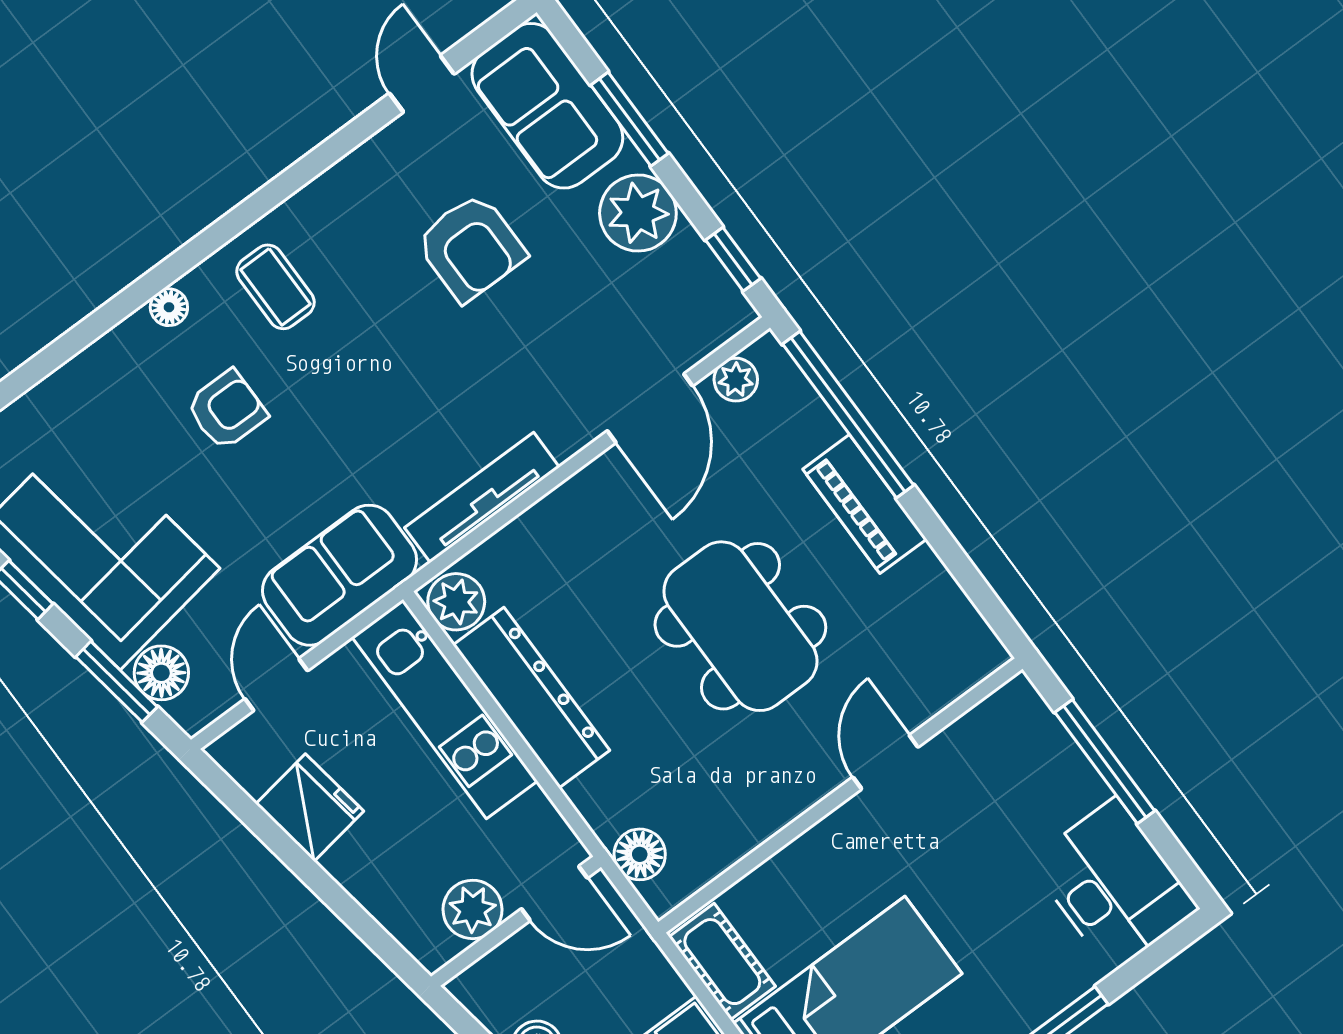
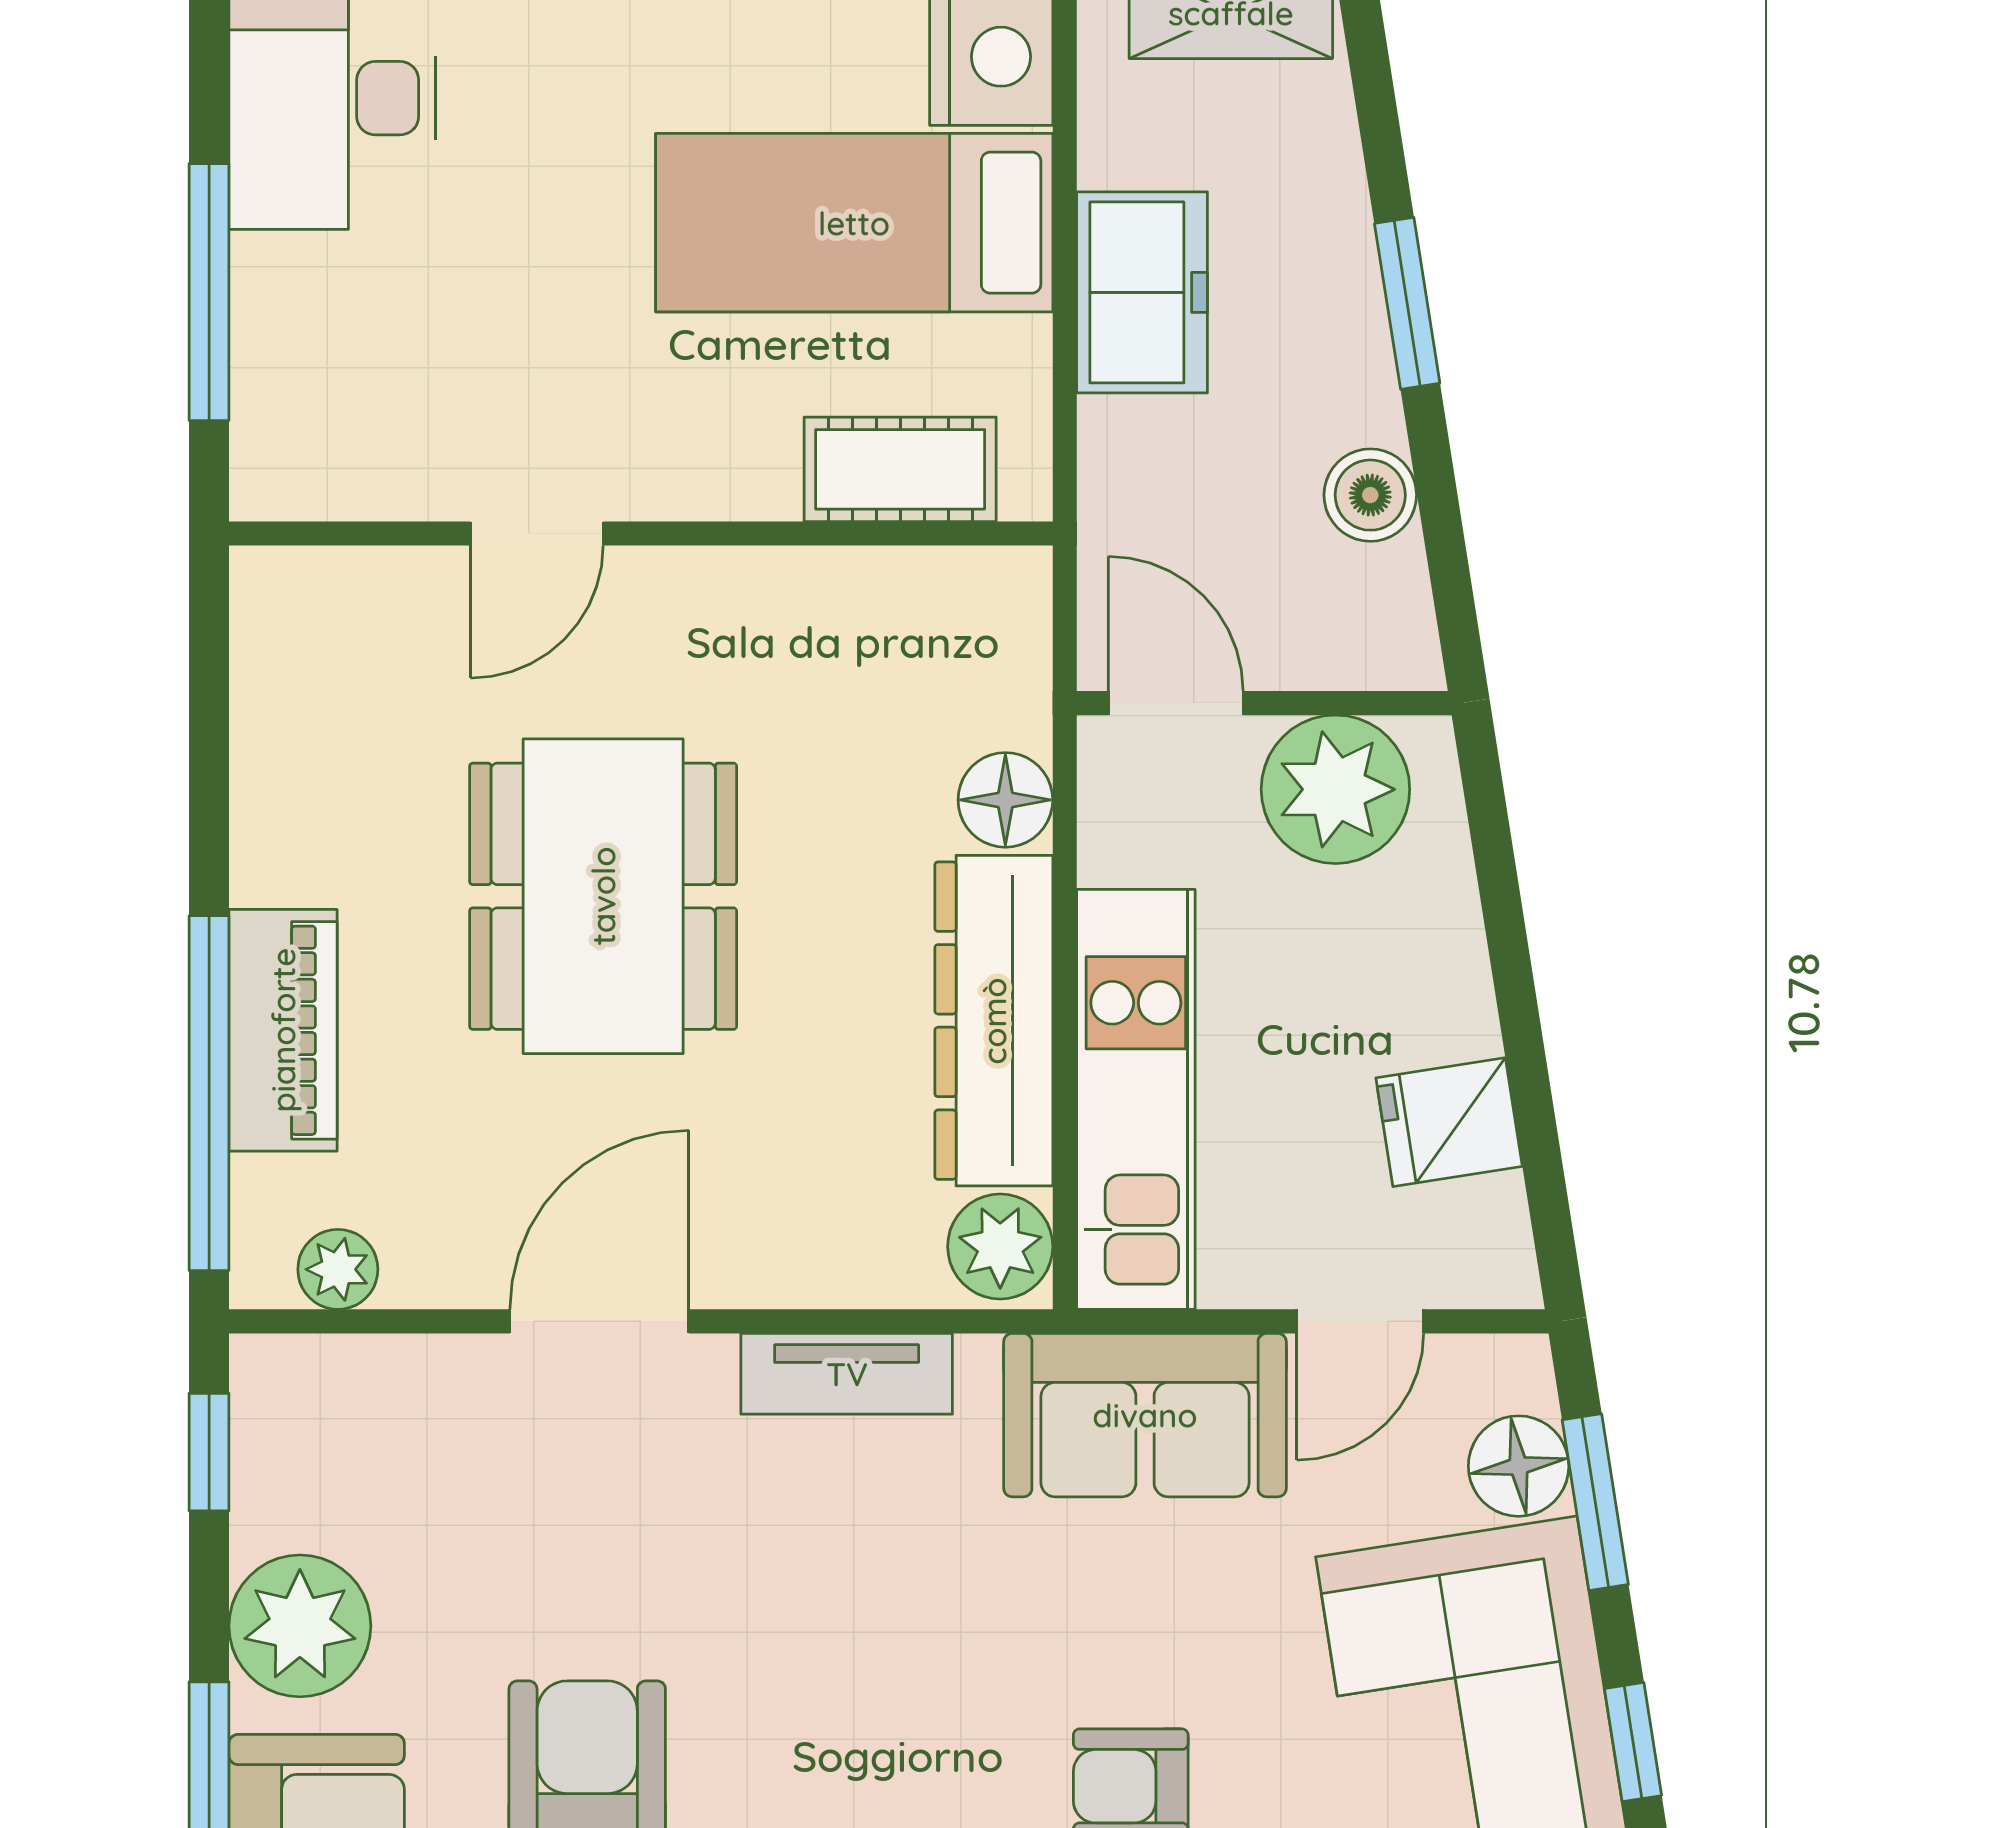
door: (650, 408) -> (599, 1321), moved
tv unit: (482, 497) -> (847, 1374), width x0.71
piano: (865, 504) -> (283, 1030), moved
fridge: (310, 808) -> (1449, 1122), width x0.72
floor lamp: (640, 854) -> (1005, 800), moved
plant: (473, 909) -> (1335, 789), width x1.36, depth x1.36
cot: (722, 962) -> (900, 469), moved, turned 90

